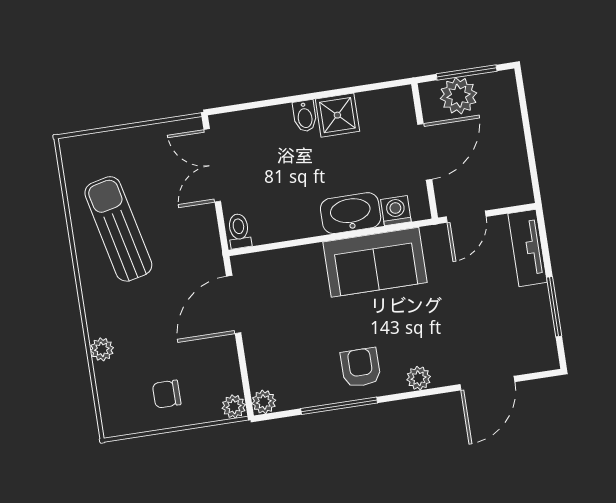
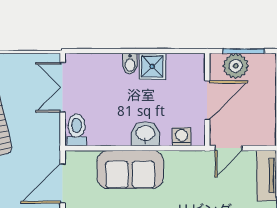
washbasin: (351, 213) -> (145, 134), width x0.72
toilet: (239, 231) -> (77, 130), width x1.37, depth x1.39
sofa: (375, 262) -> (130, 169), moved

